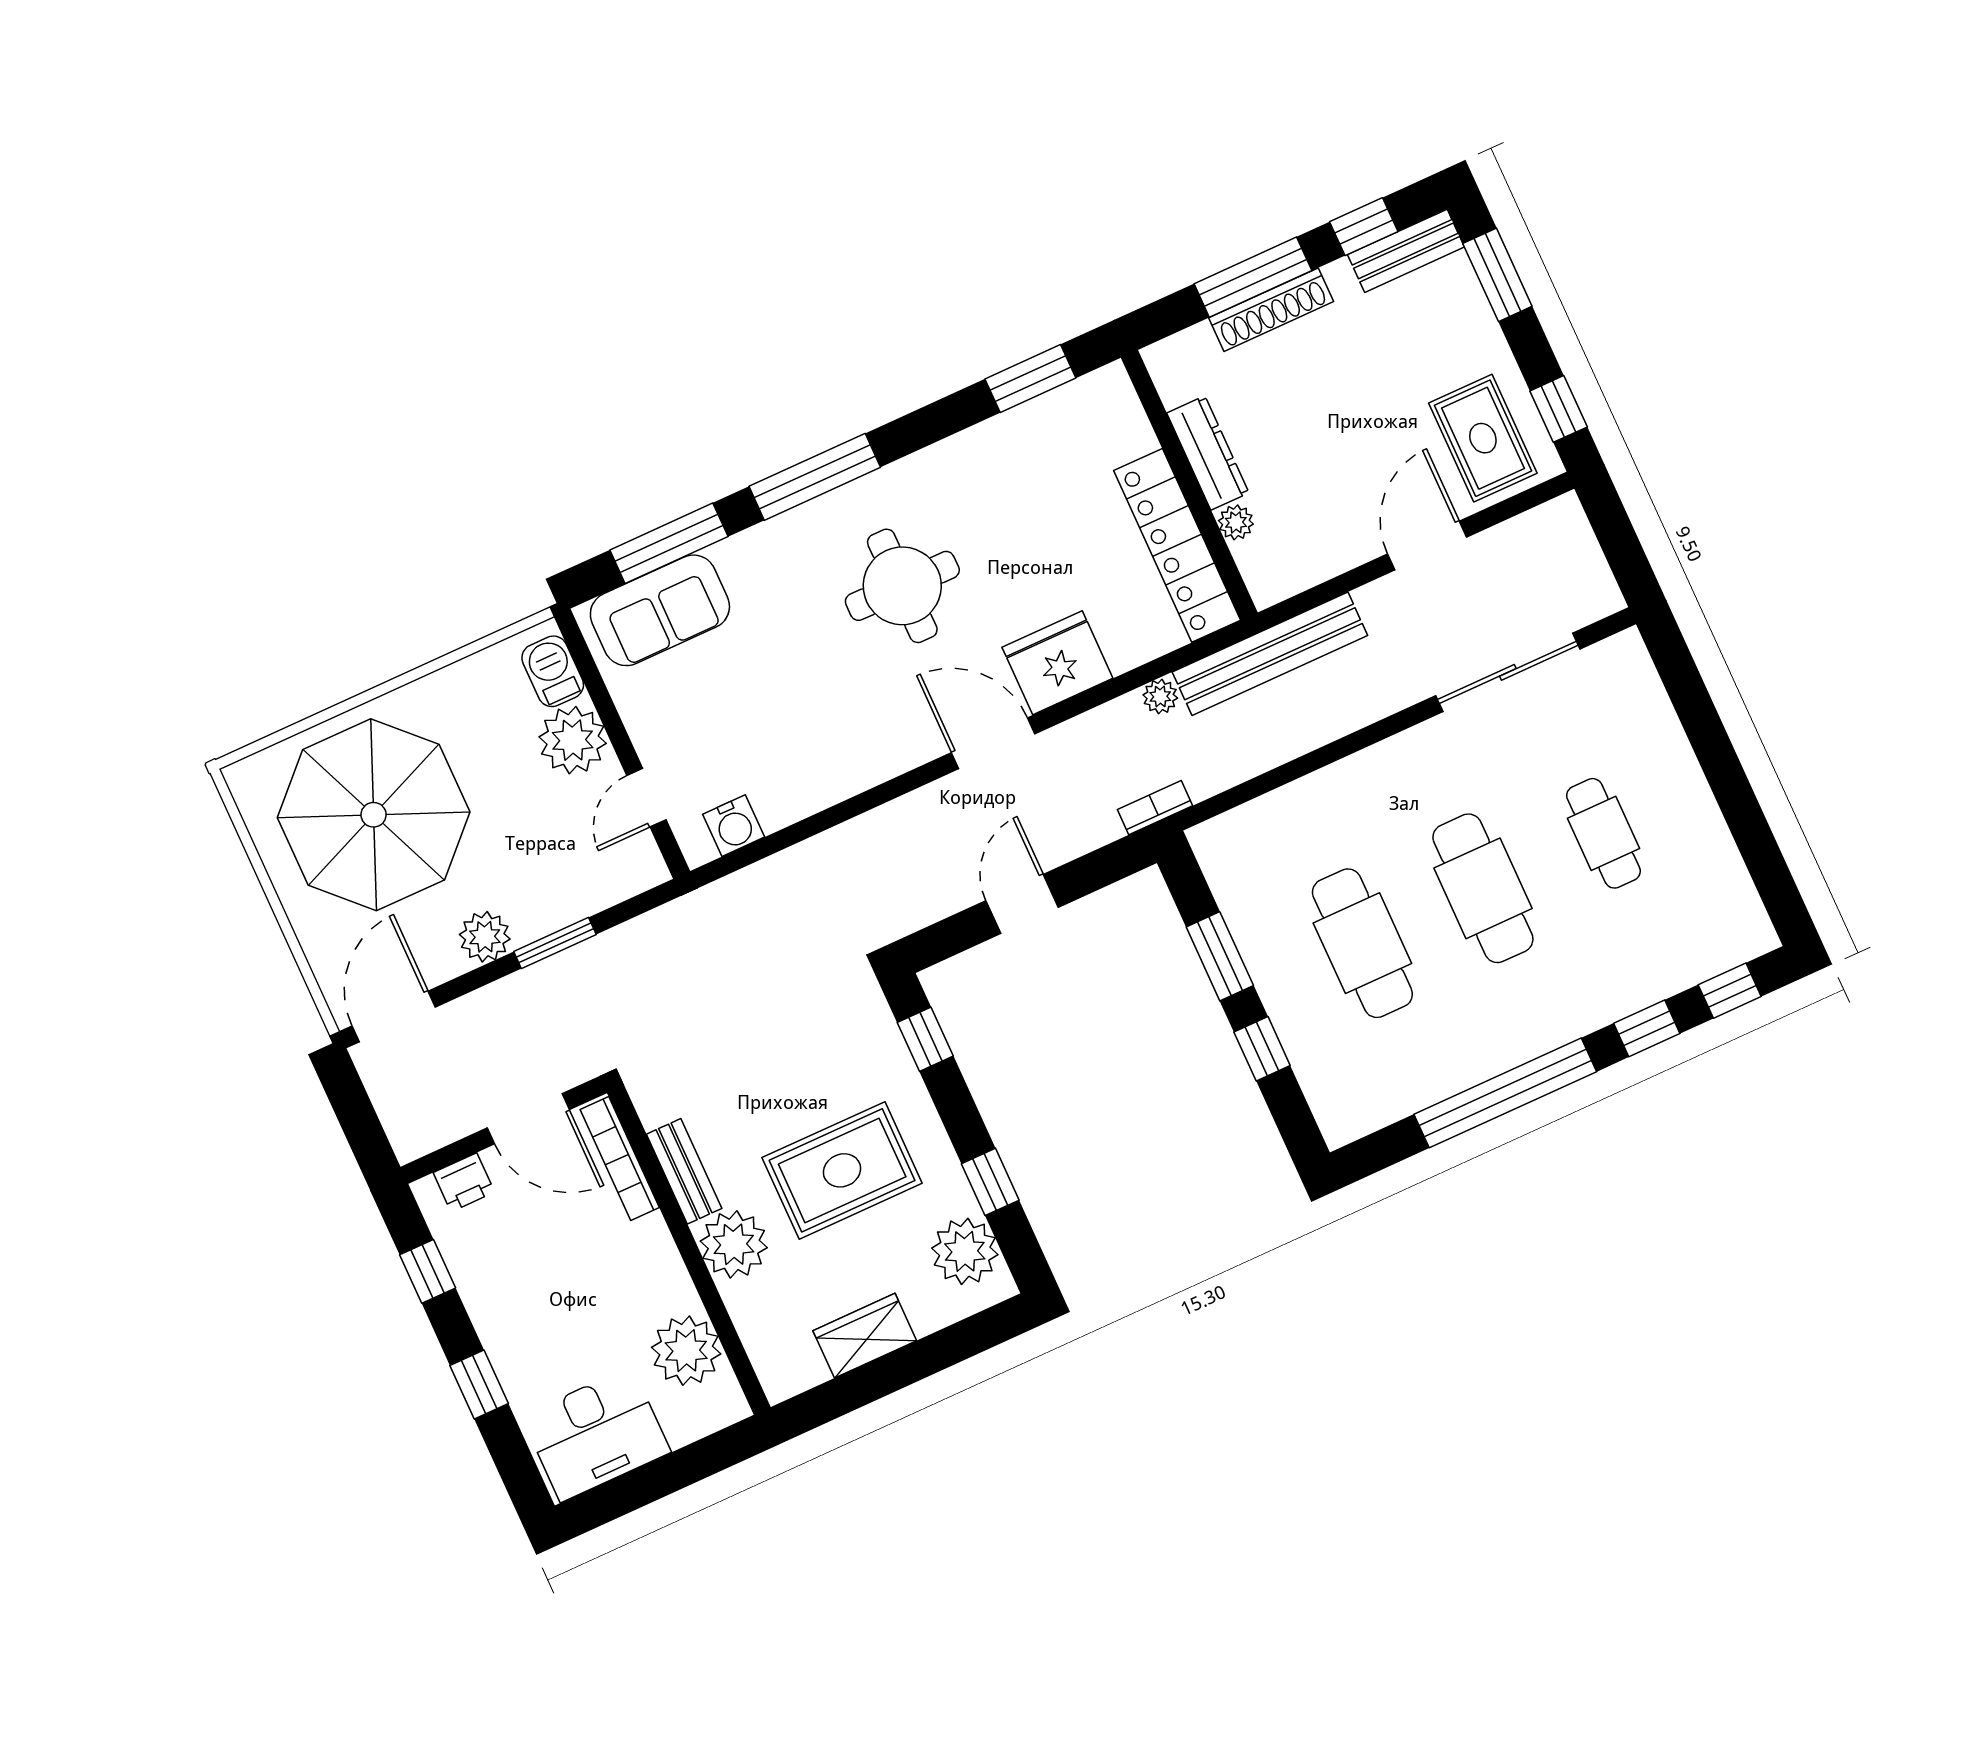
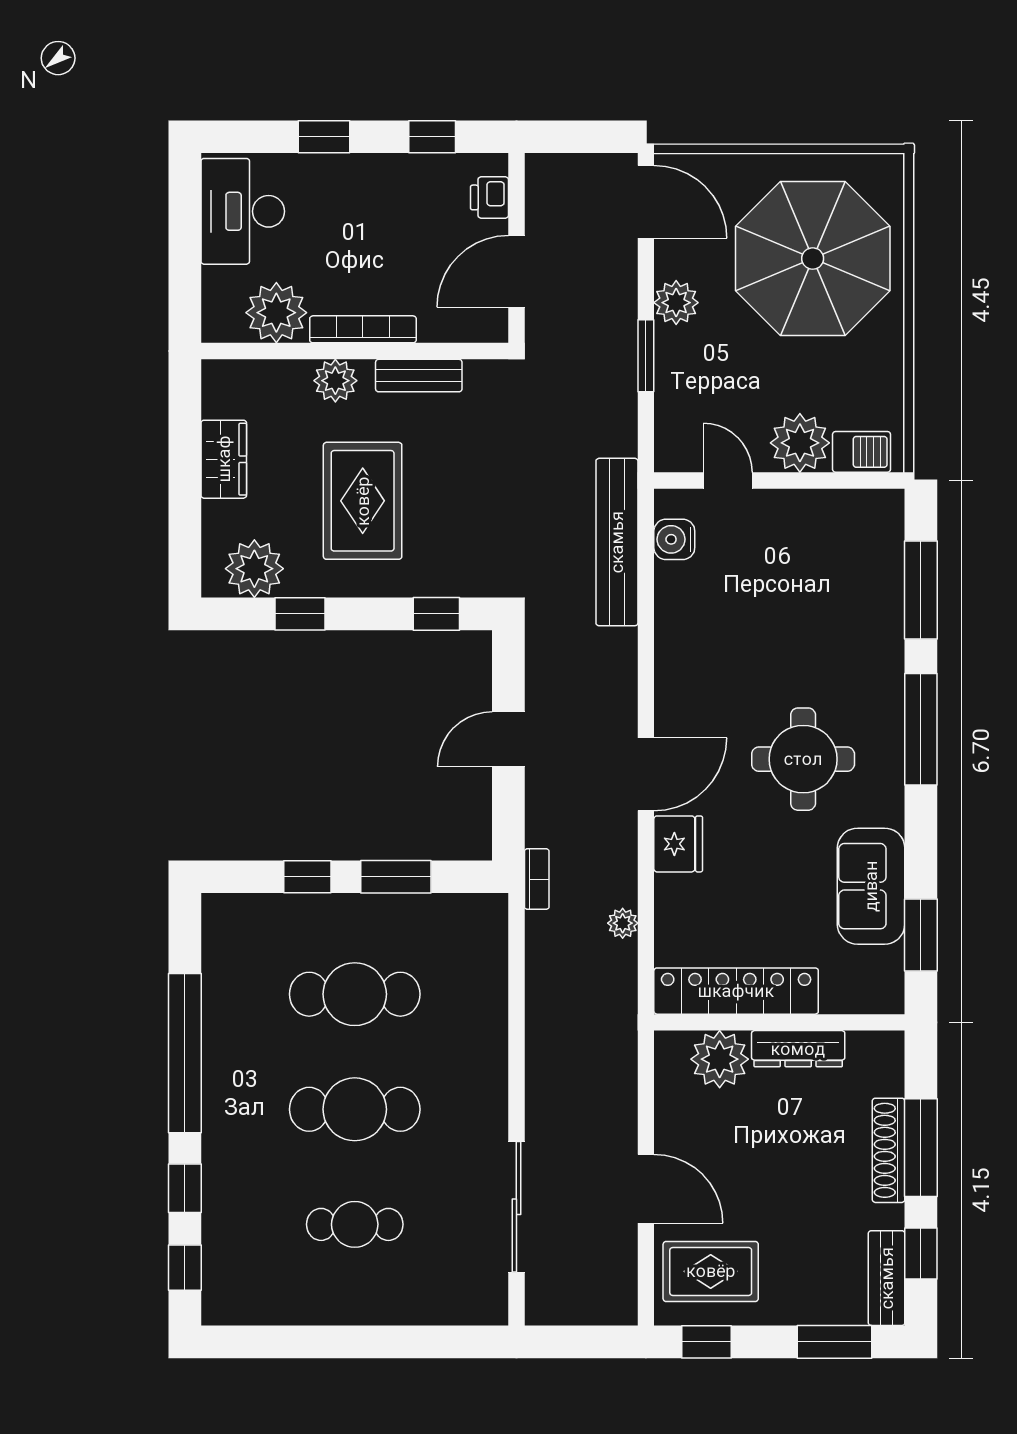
plant: (1236, 522) -> (720, 1059), width x1.88, depth x1.88
sofa: (660, 610) -> (871, 886), moved
bench: (1270, 654) -> (617, 542), moved
fridge: (1057, 663) -> (678, 844), width x0.73, depth x0.75
door: (1022, 904) -> (508, 739), swing flipped
bookcase: (620, 1158) -> (363, 329), moved
plant: (734, 1244) -> (335, 381), width x0.73, depth x0.73

